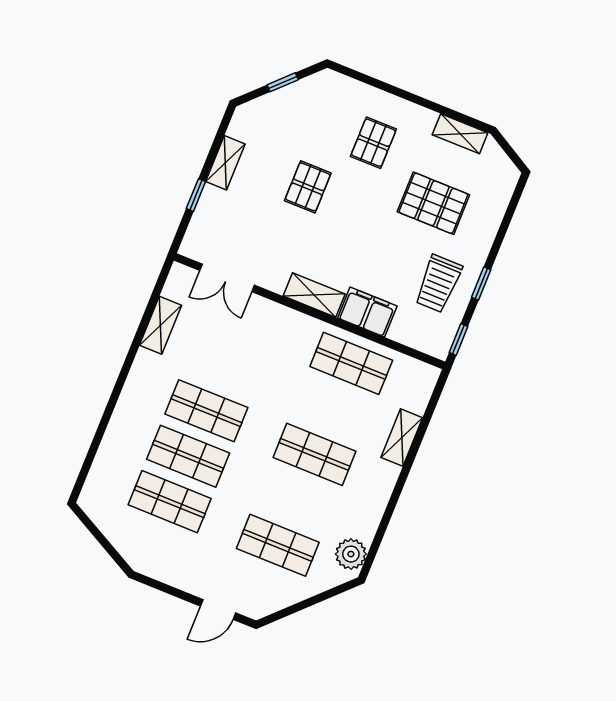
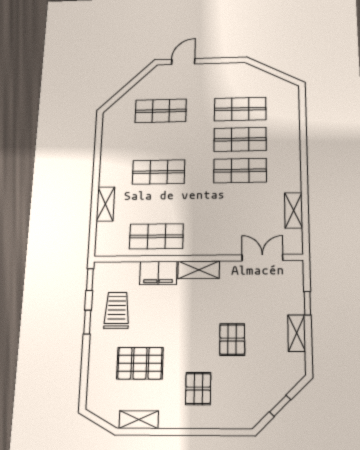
plant: (351, 554) -> (112, 124), removed

